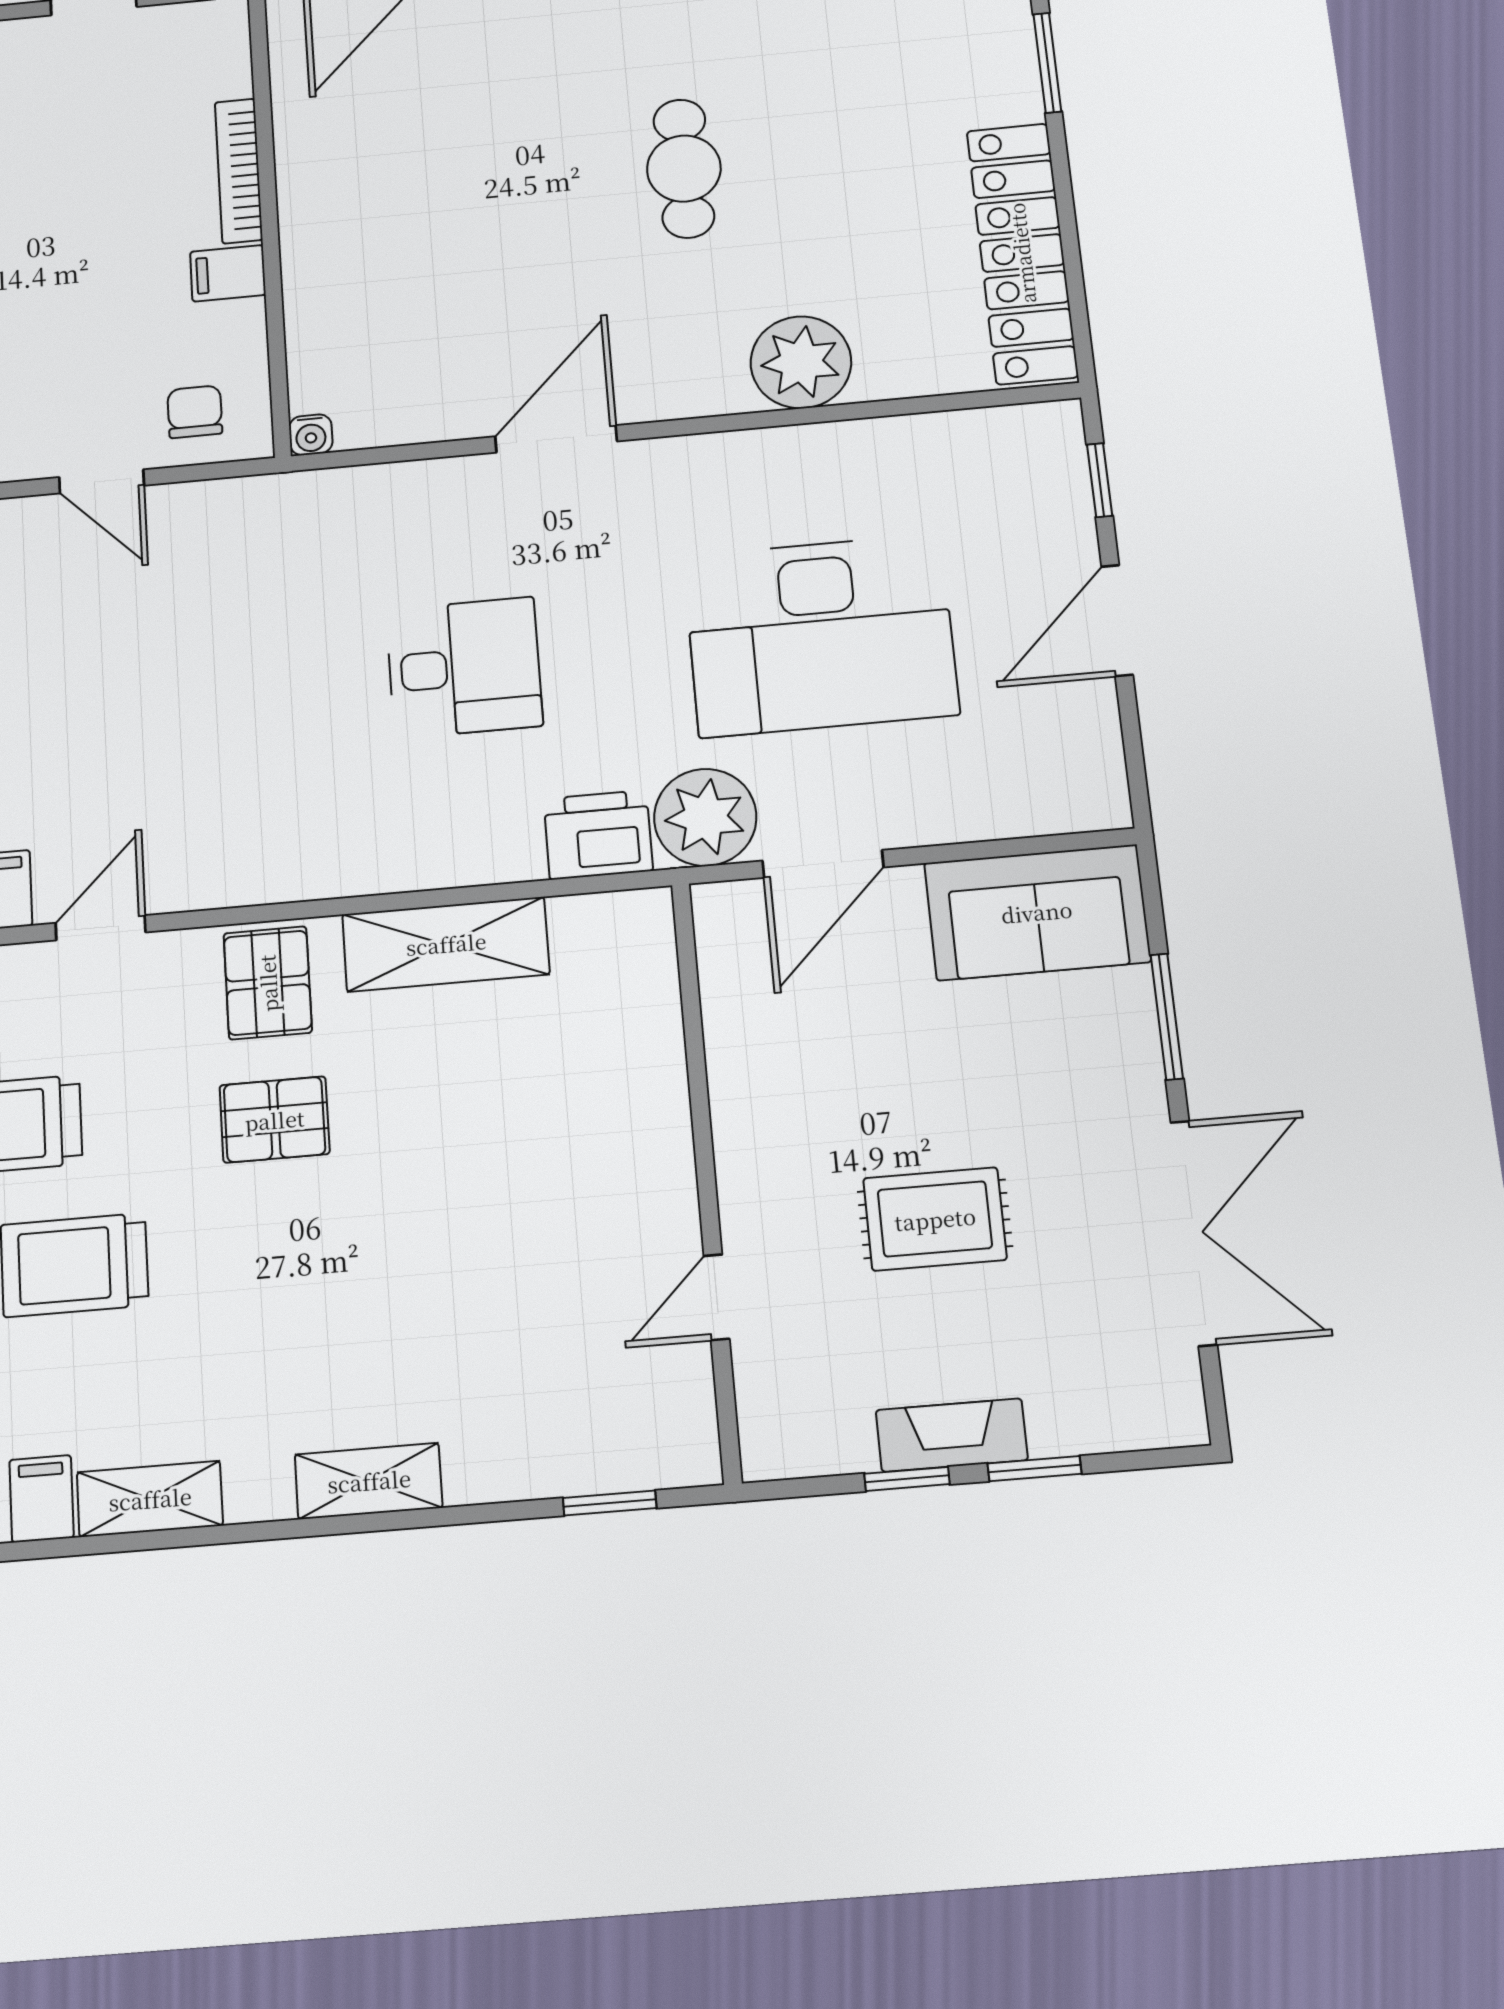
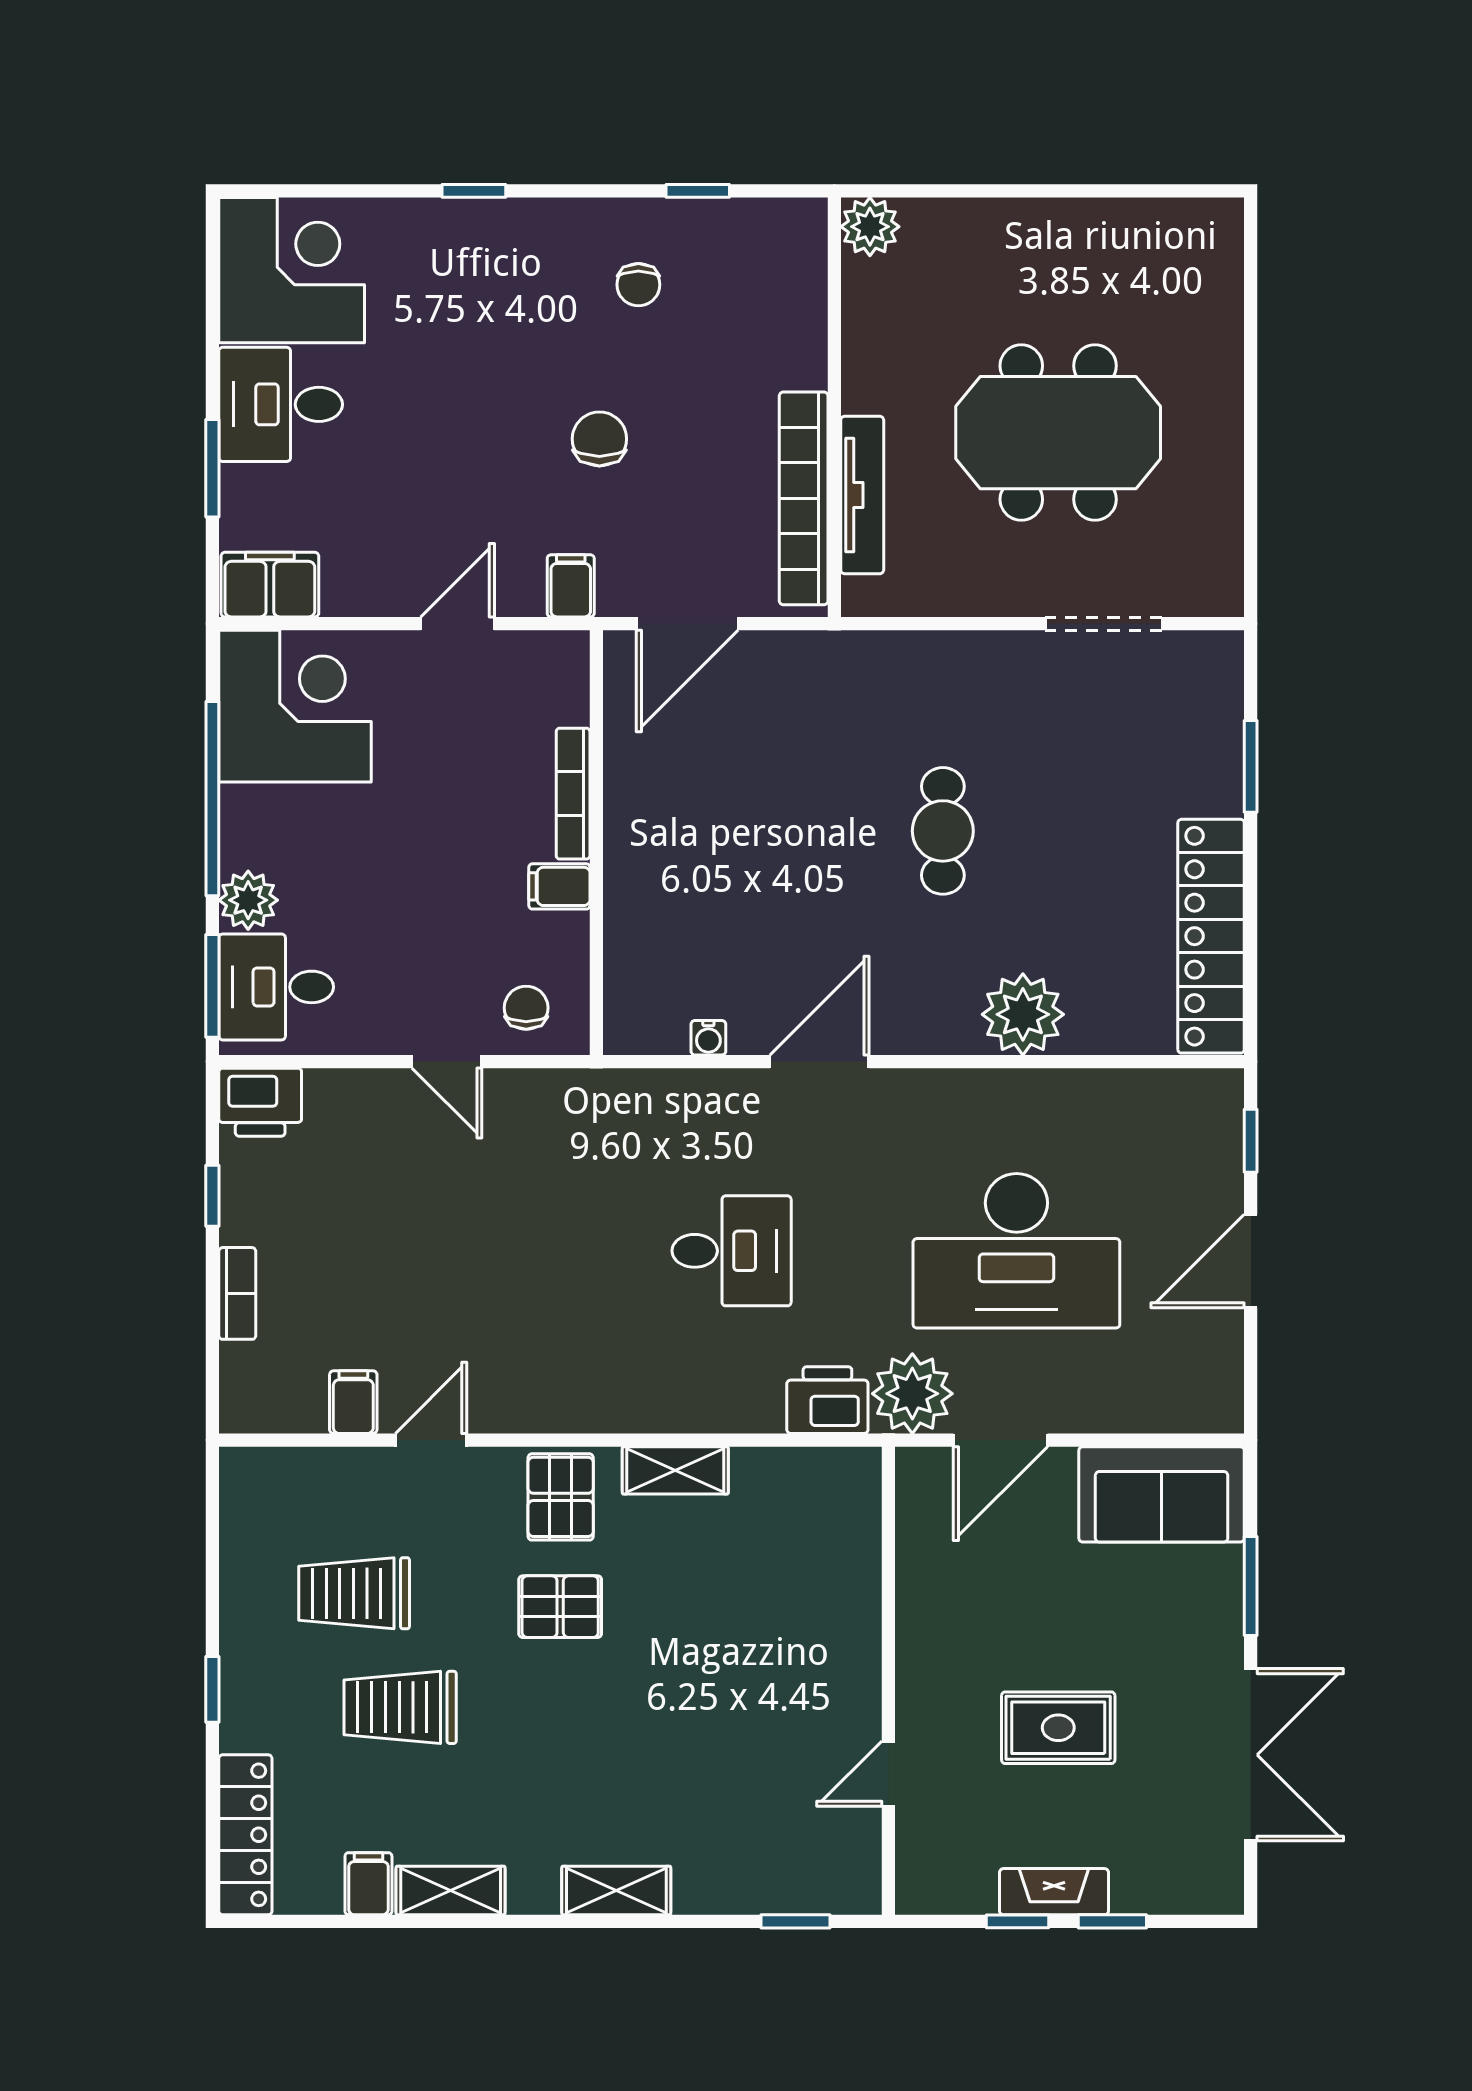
water cooler: (311, 435) -> (708, 1038), moved
shelving: (446, 944) -> (675, 1470), width x0.67, depth x0.75

